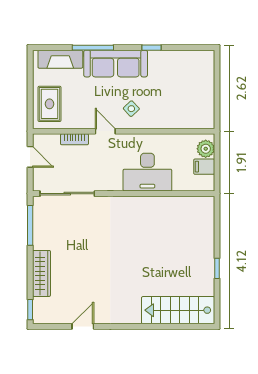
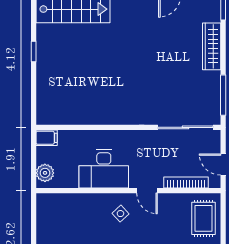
bookcase: (74, 139) -> (186, 182), width x1.56
filing cabinet: (204, 167) -> (47, 138), moved
desk: (147, 172) -> (104, 169), moved, turned 180

